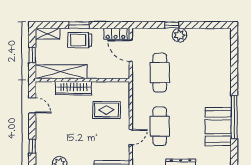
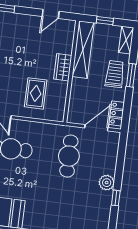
window: (172, 25) -> (116, 198), moved
cafe table: (160, 73) -> (69, 156), turned 90
wardrobe: (74, 88) -> (63, 67), width x0.67

